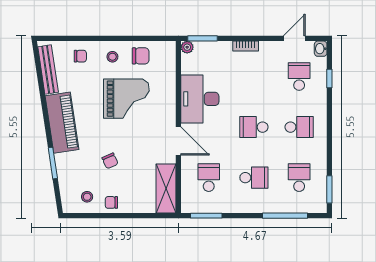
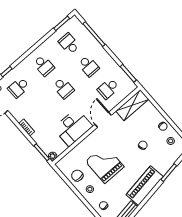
school desk: (299, 127) -> (44, 66), turned 180
school desk: (254, 178) -> (89, 66), turned 180
school desk: (299, 178) -> (69, 44), turned 90

